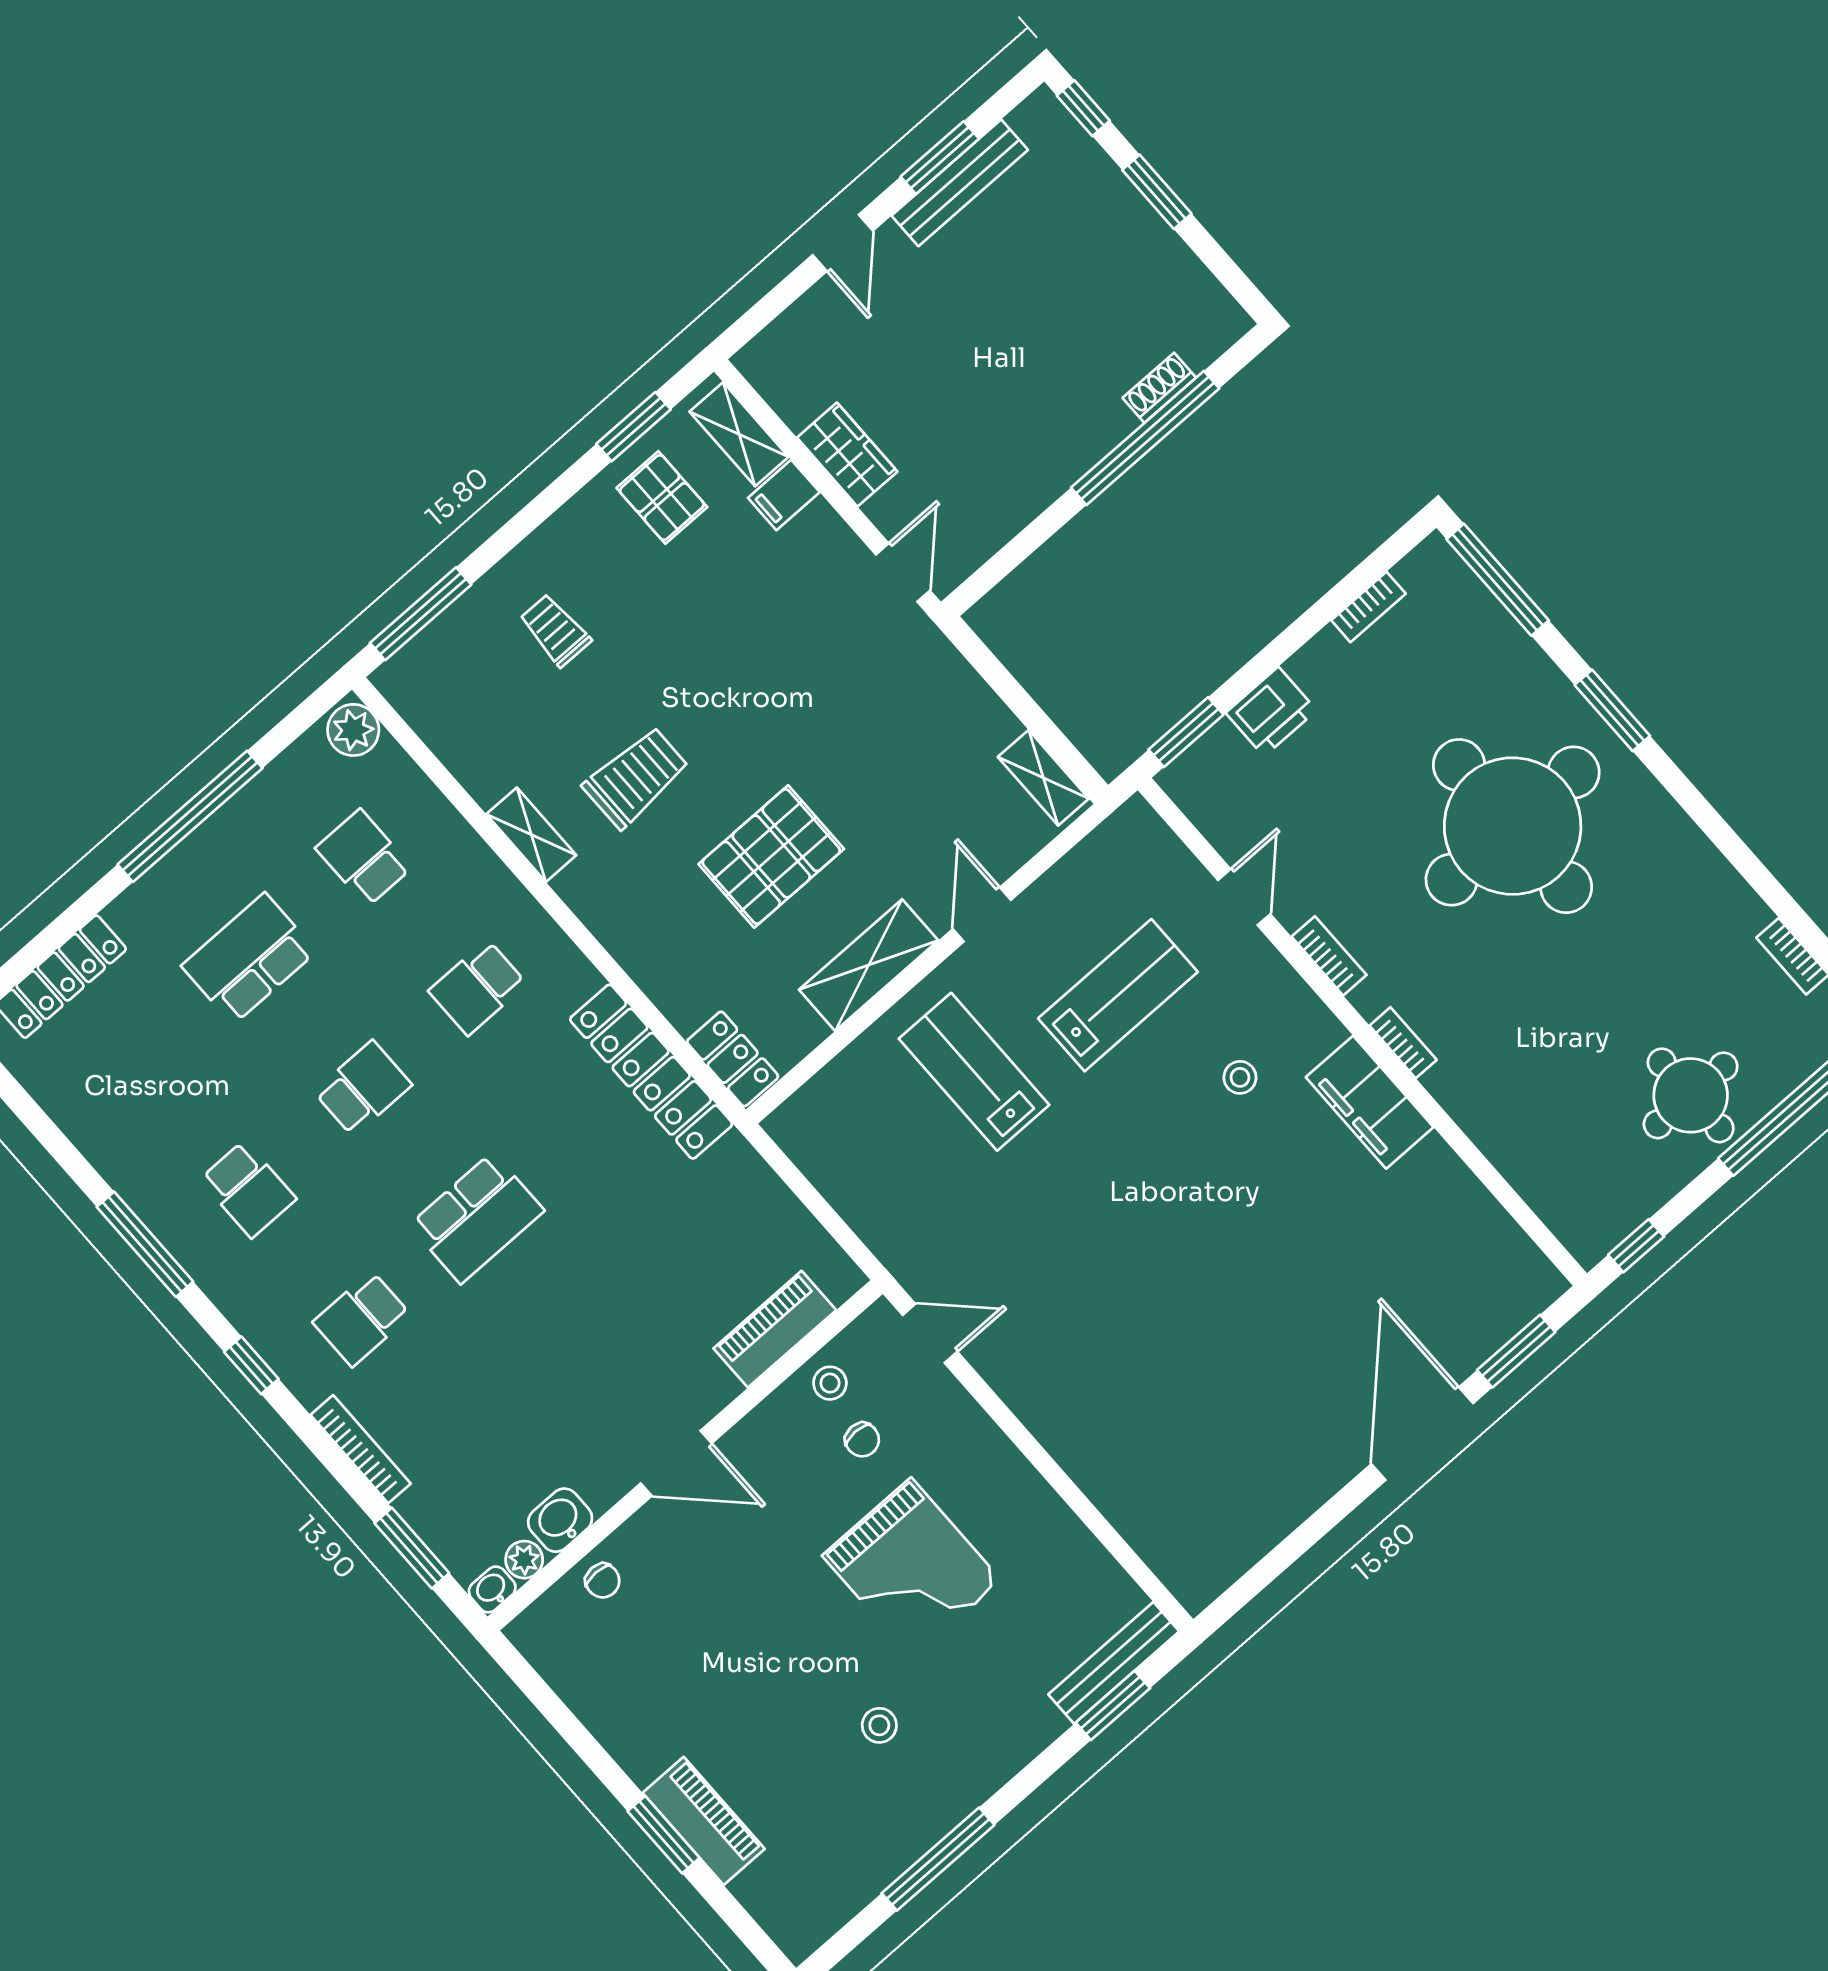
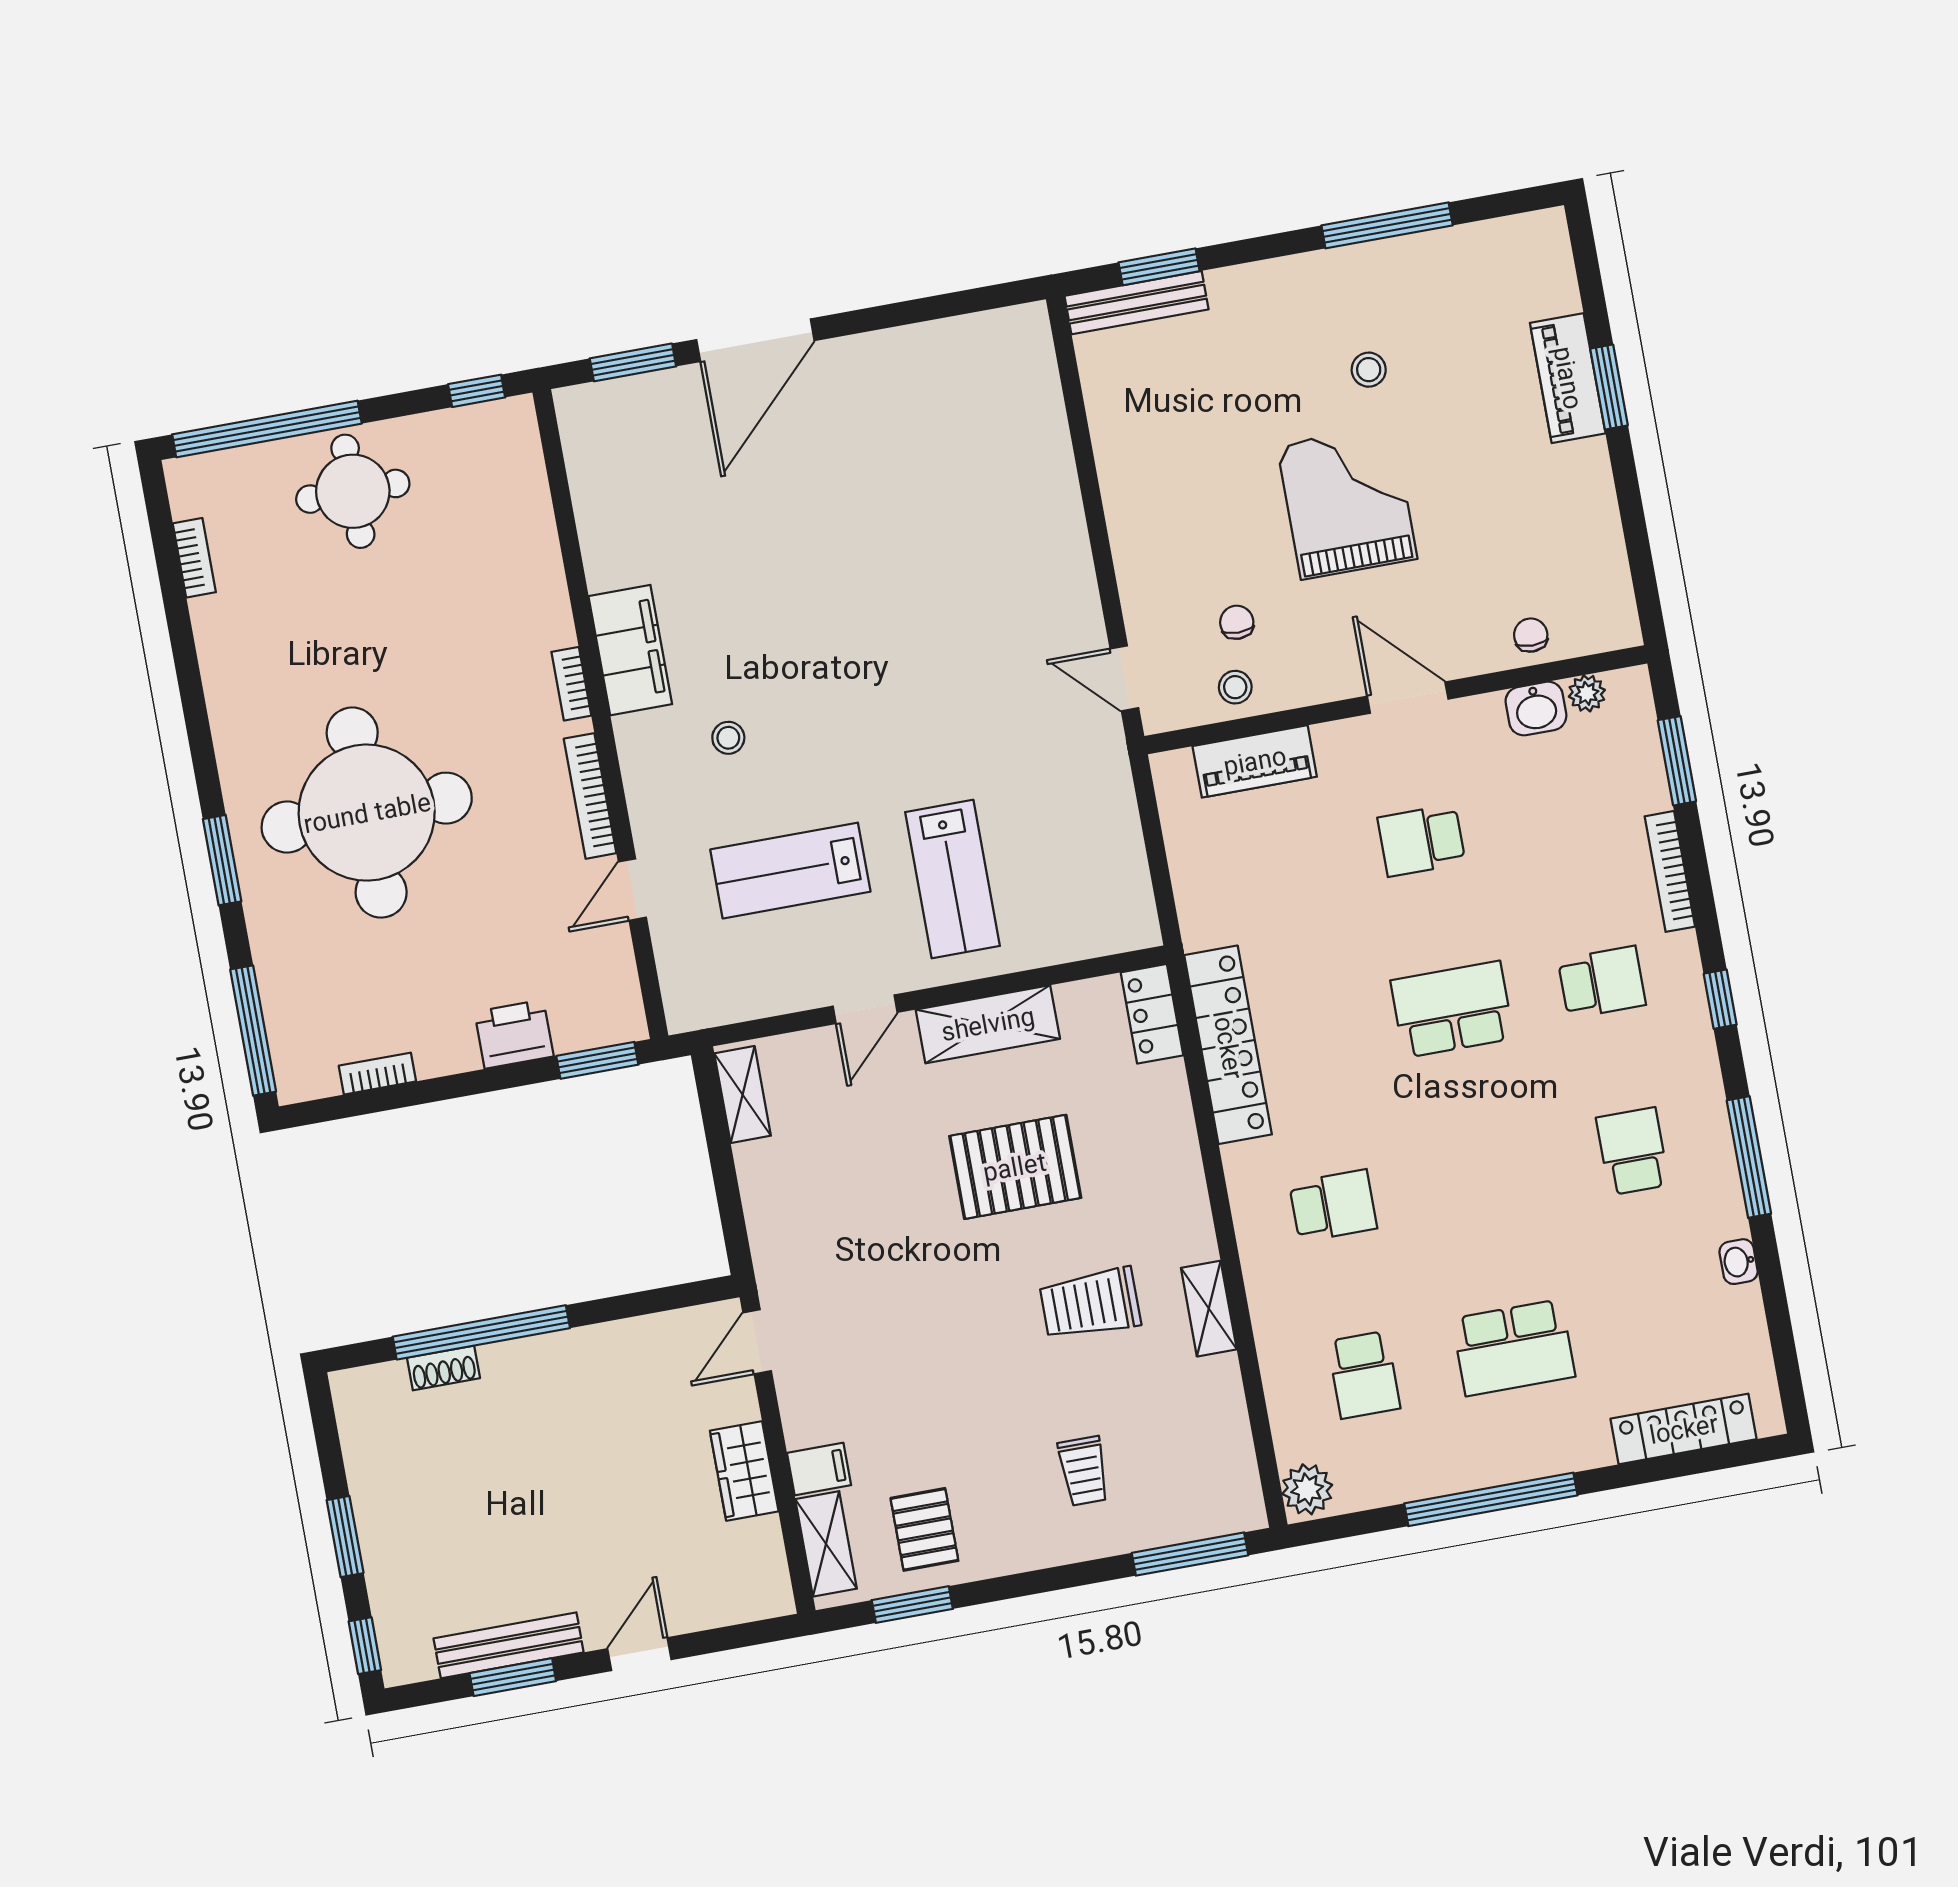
bookcase: (1329, 956) -> (590, 796), width x1.56
school desk: (363, 1088) -> (1421, 840), moved
grand piano: (912, 1568) -> (1347, 502), moved
washbasin: (492, 1589) -> (1739, 1262), moved, turned 90

